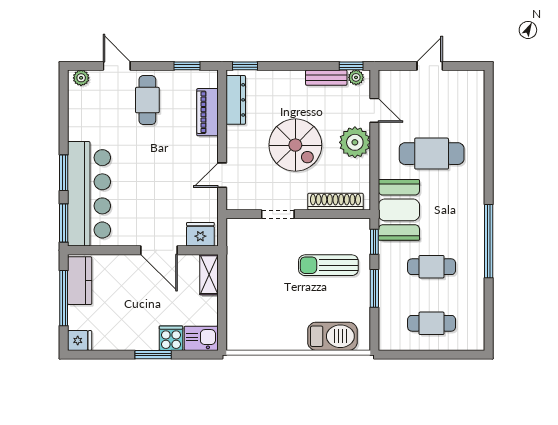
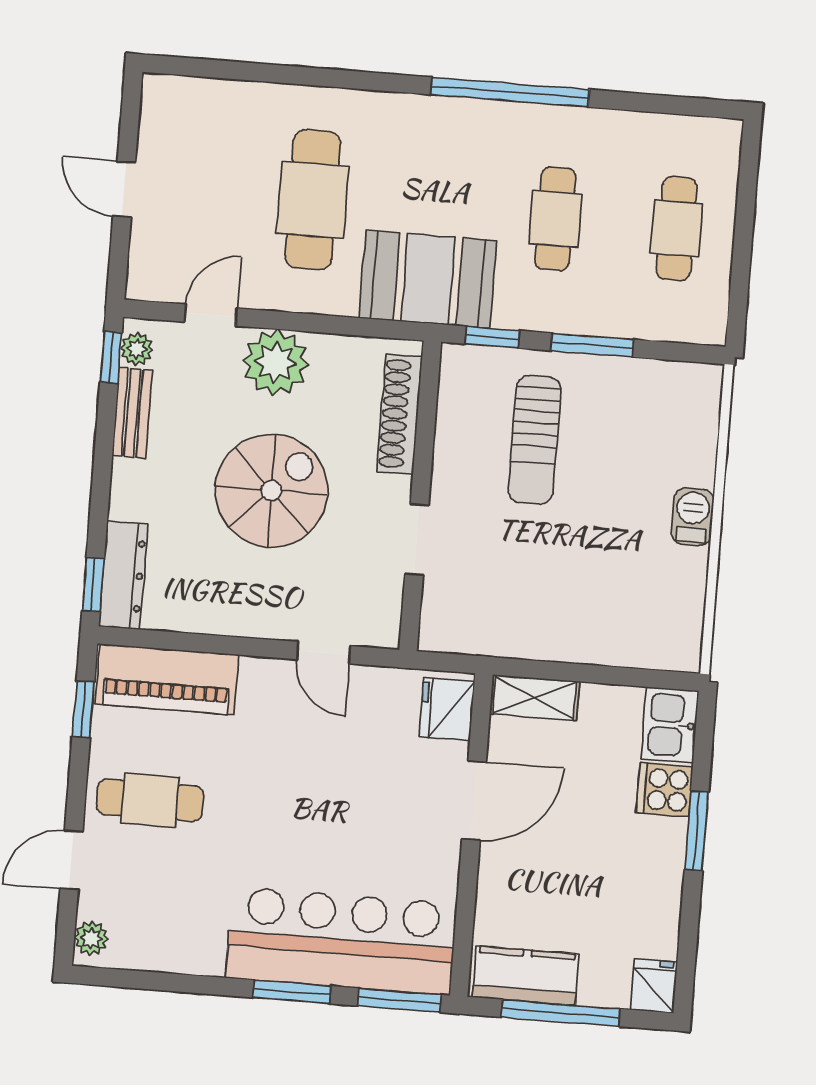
dresser: (236, 100) -> (123, 575), moved, turned 90
piano: (207, 112) -> (167, 679), width x1.37, depth x1.33
barbecue: (332, 336) -> (693, 517), moved, width x0.53, depth x0.65

